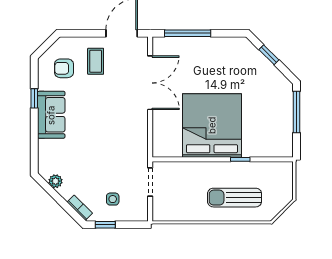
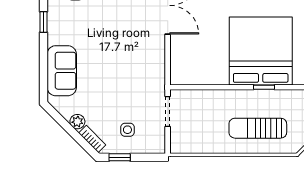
sofa: (51, 115) -> (62, 71), moved
bed: (212, 125) -> (261, 51), moved
plant: (56, 181) -> (77, 122), moved

